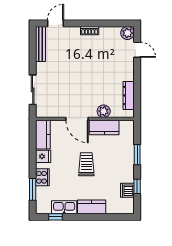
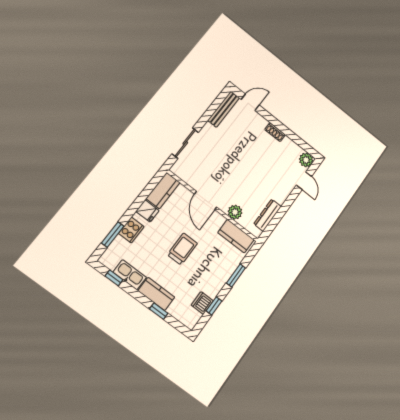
kitchen counter: (104, 127) -> (236, 236), moved
window: (102, 217) -> (159, 311), added

